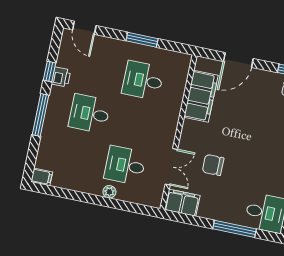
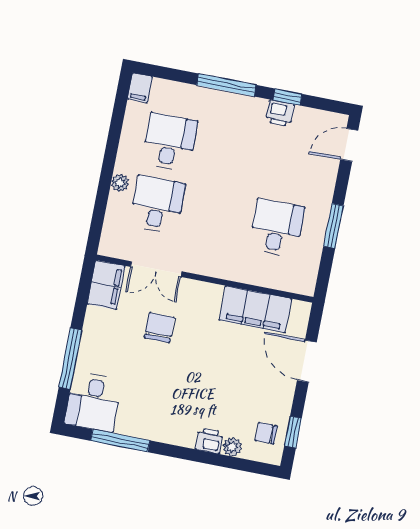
desk: (89, 114) -> (169, 142), moved

